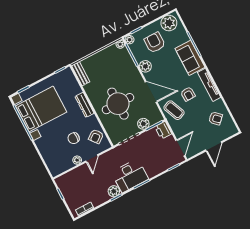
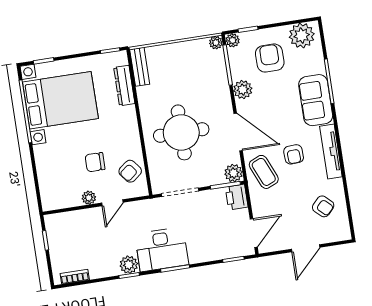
dresser: (84, 105) -> (124, 86), moved
plant: (143, 124) -> (234, 173), moved

